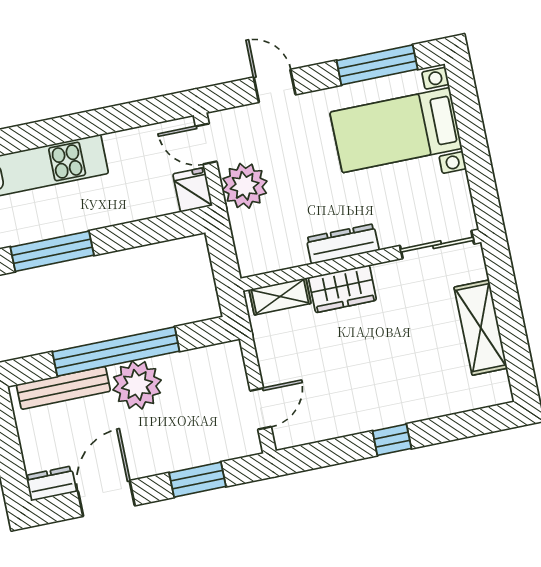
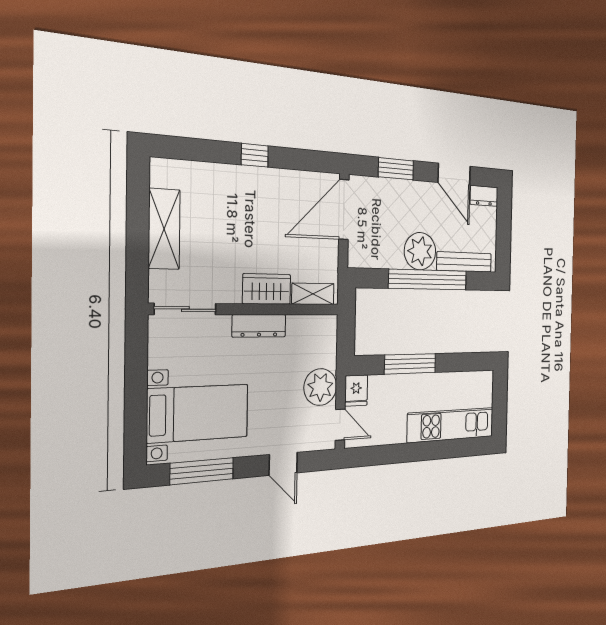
window: (52, 251) -> (410, 364), moved
door: (261, 409) -> (344, 209), width x1.88
door: (106, 498) -> (454, 174), hinge flipped

